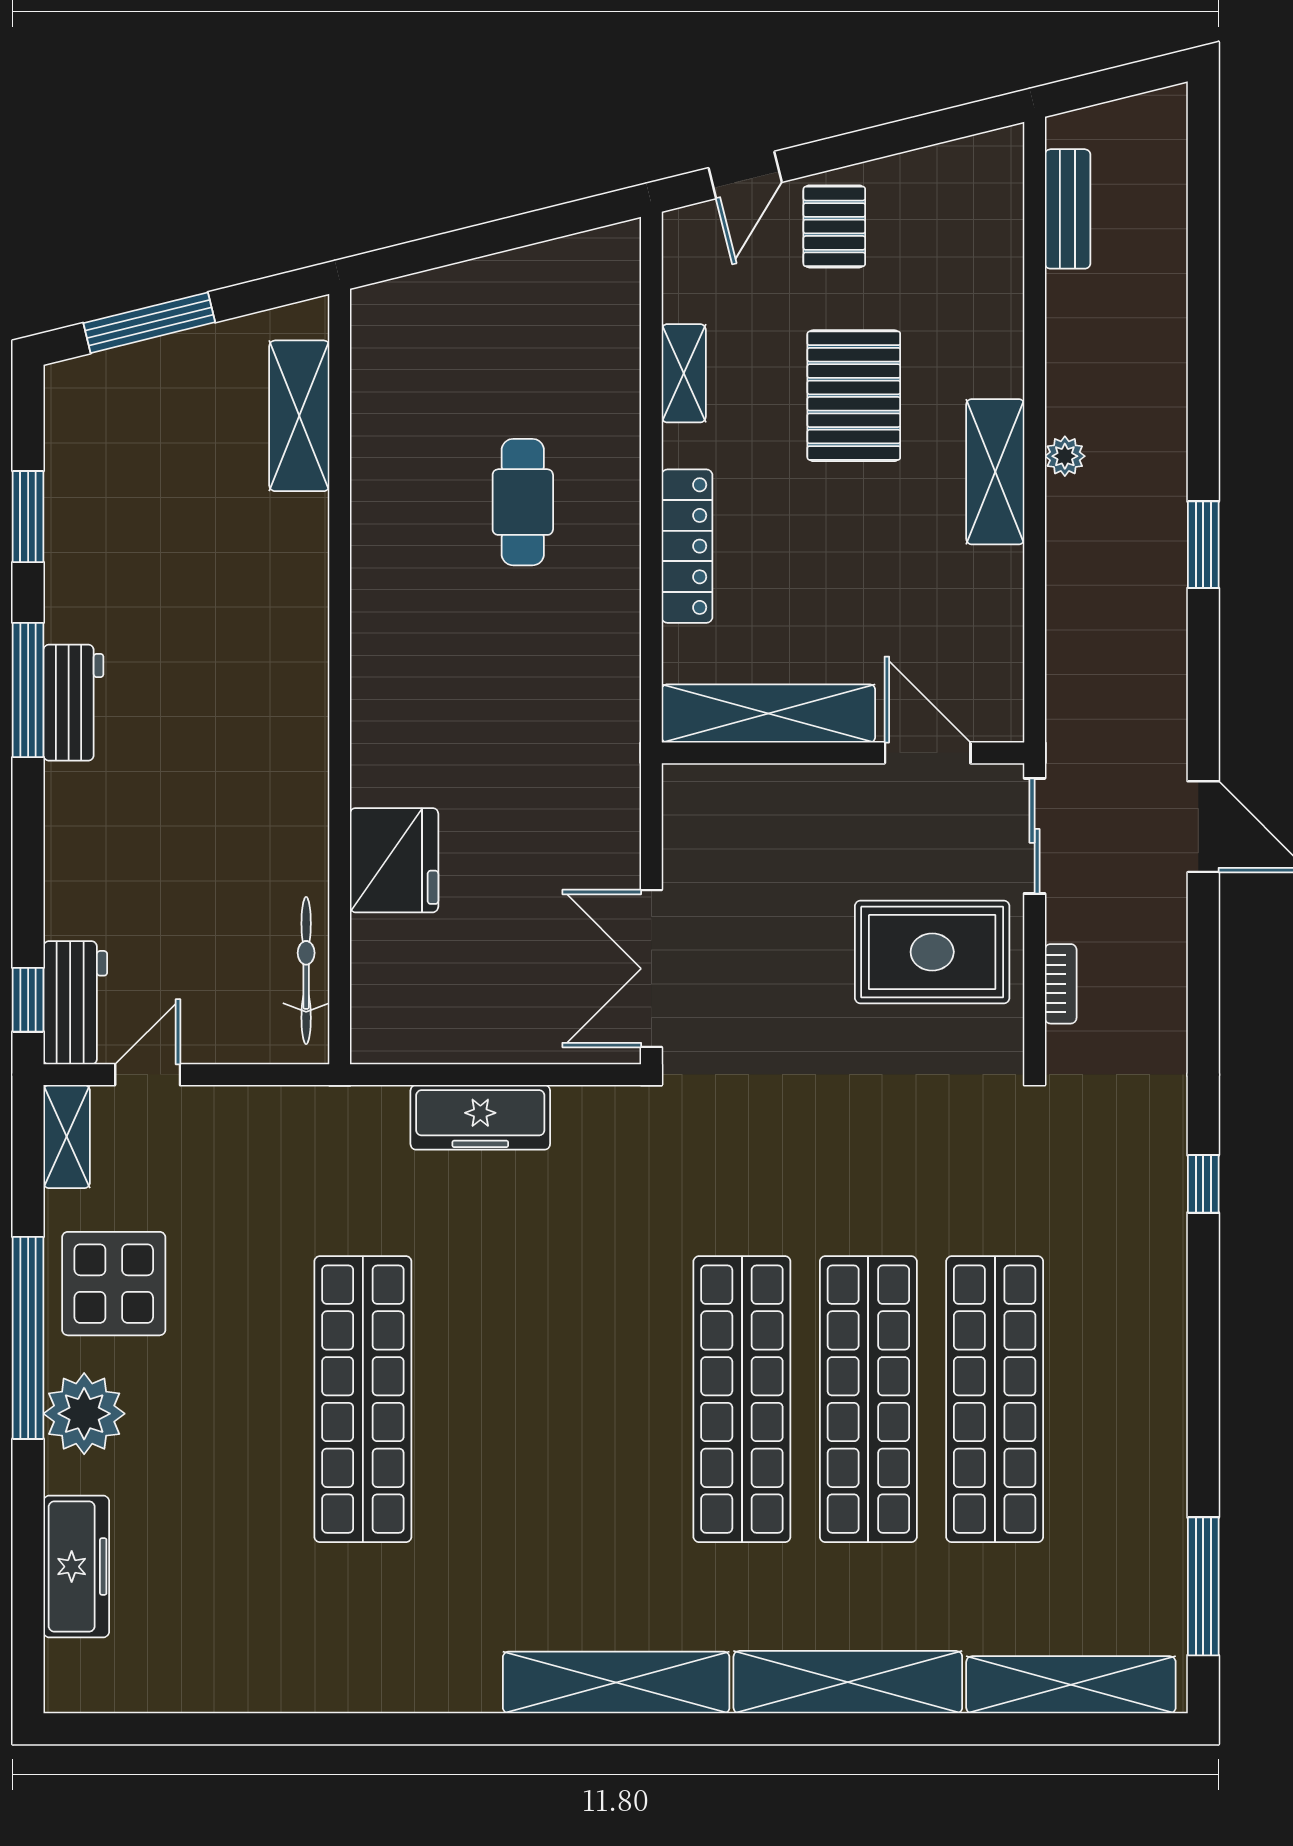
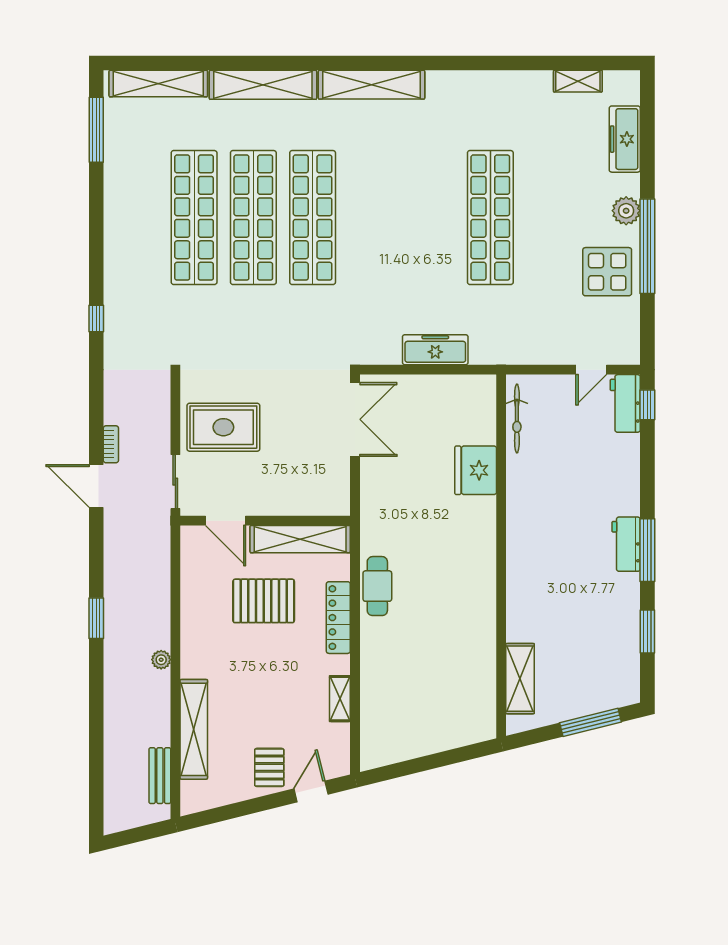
pallet: (854, 396) -> (264, 601), moved, turned 90
shelving: (995, 472) -> (194, 729), moved, width x1.47
cafe table: (523, 502) -> (377, 586), moved
bookcase: (1061, 984) -> (111, 444), moved, turned 180
shelving: (67, 1137) -> (578, 81), moved, turned 90
plant: (84, 1414) -> (626, 211), width x0.73, depth x0.73

